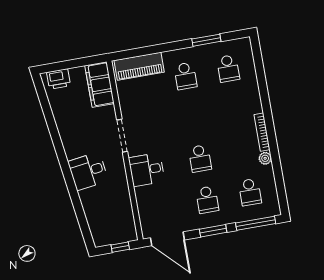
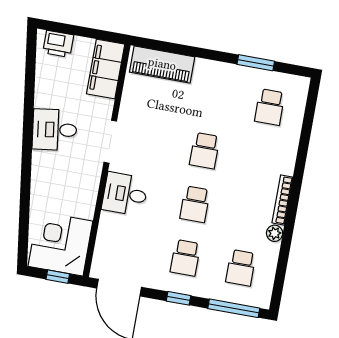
school desk: (185, 76) -> (205, 151), moved
desk: (88, 171) -> (55, 130), moved
corner desk: (113, 223) -> (60, 244), added
window: (213, 231) -> (179, 298), width x0.67

